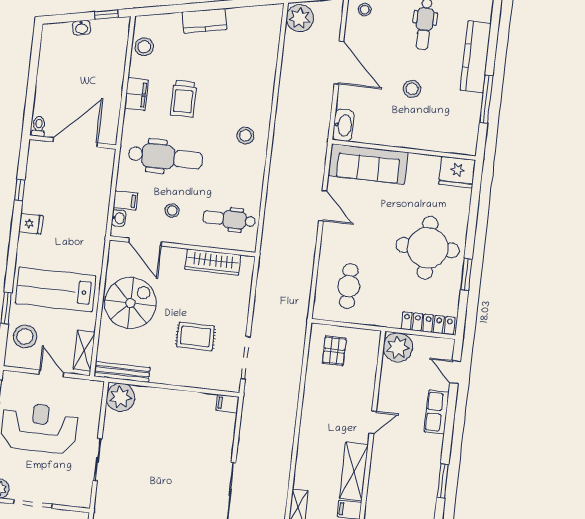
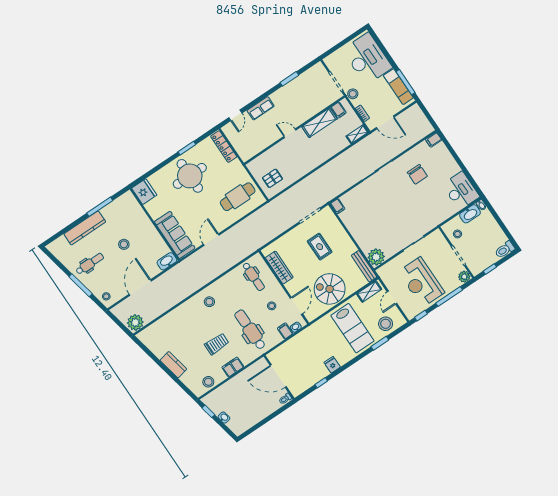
cafe table: (349, 286) -> (238, 197), width x1.37, depth x1.35
plant: (398, 347) -> (246, 151), removed

